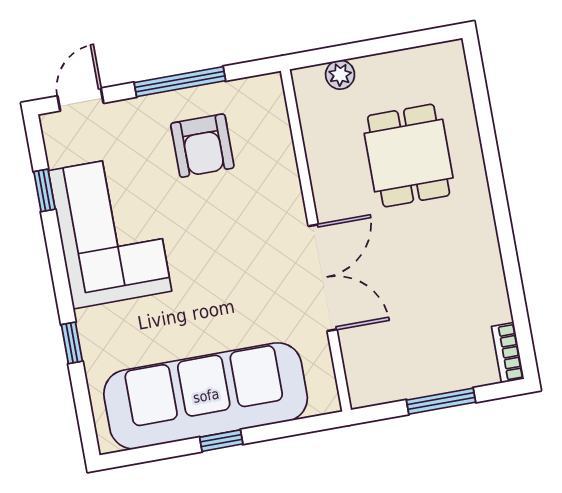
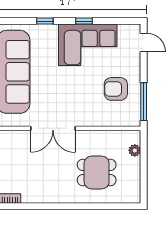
window: (180, 82) -> (144, 102), moved
window: (44, 190) -> (84, 21), moved

